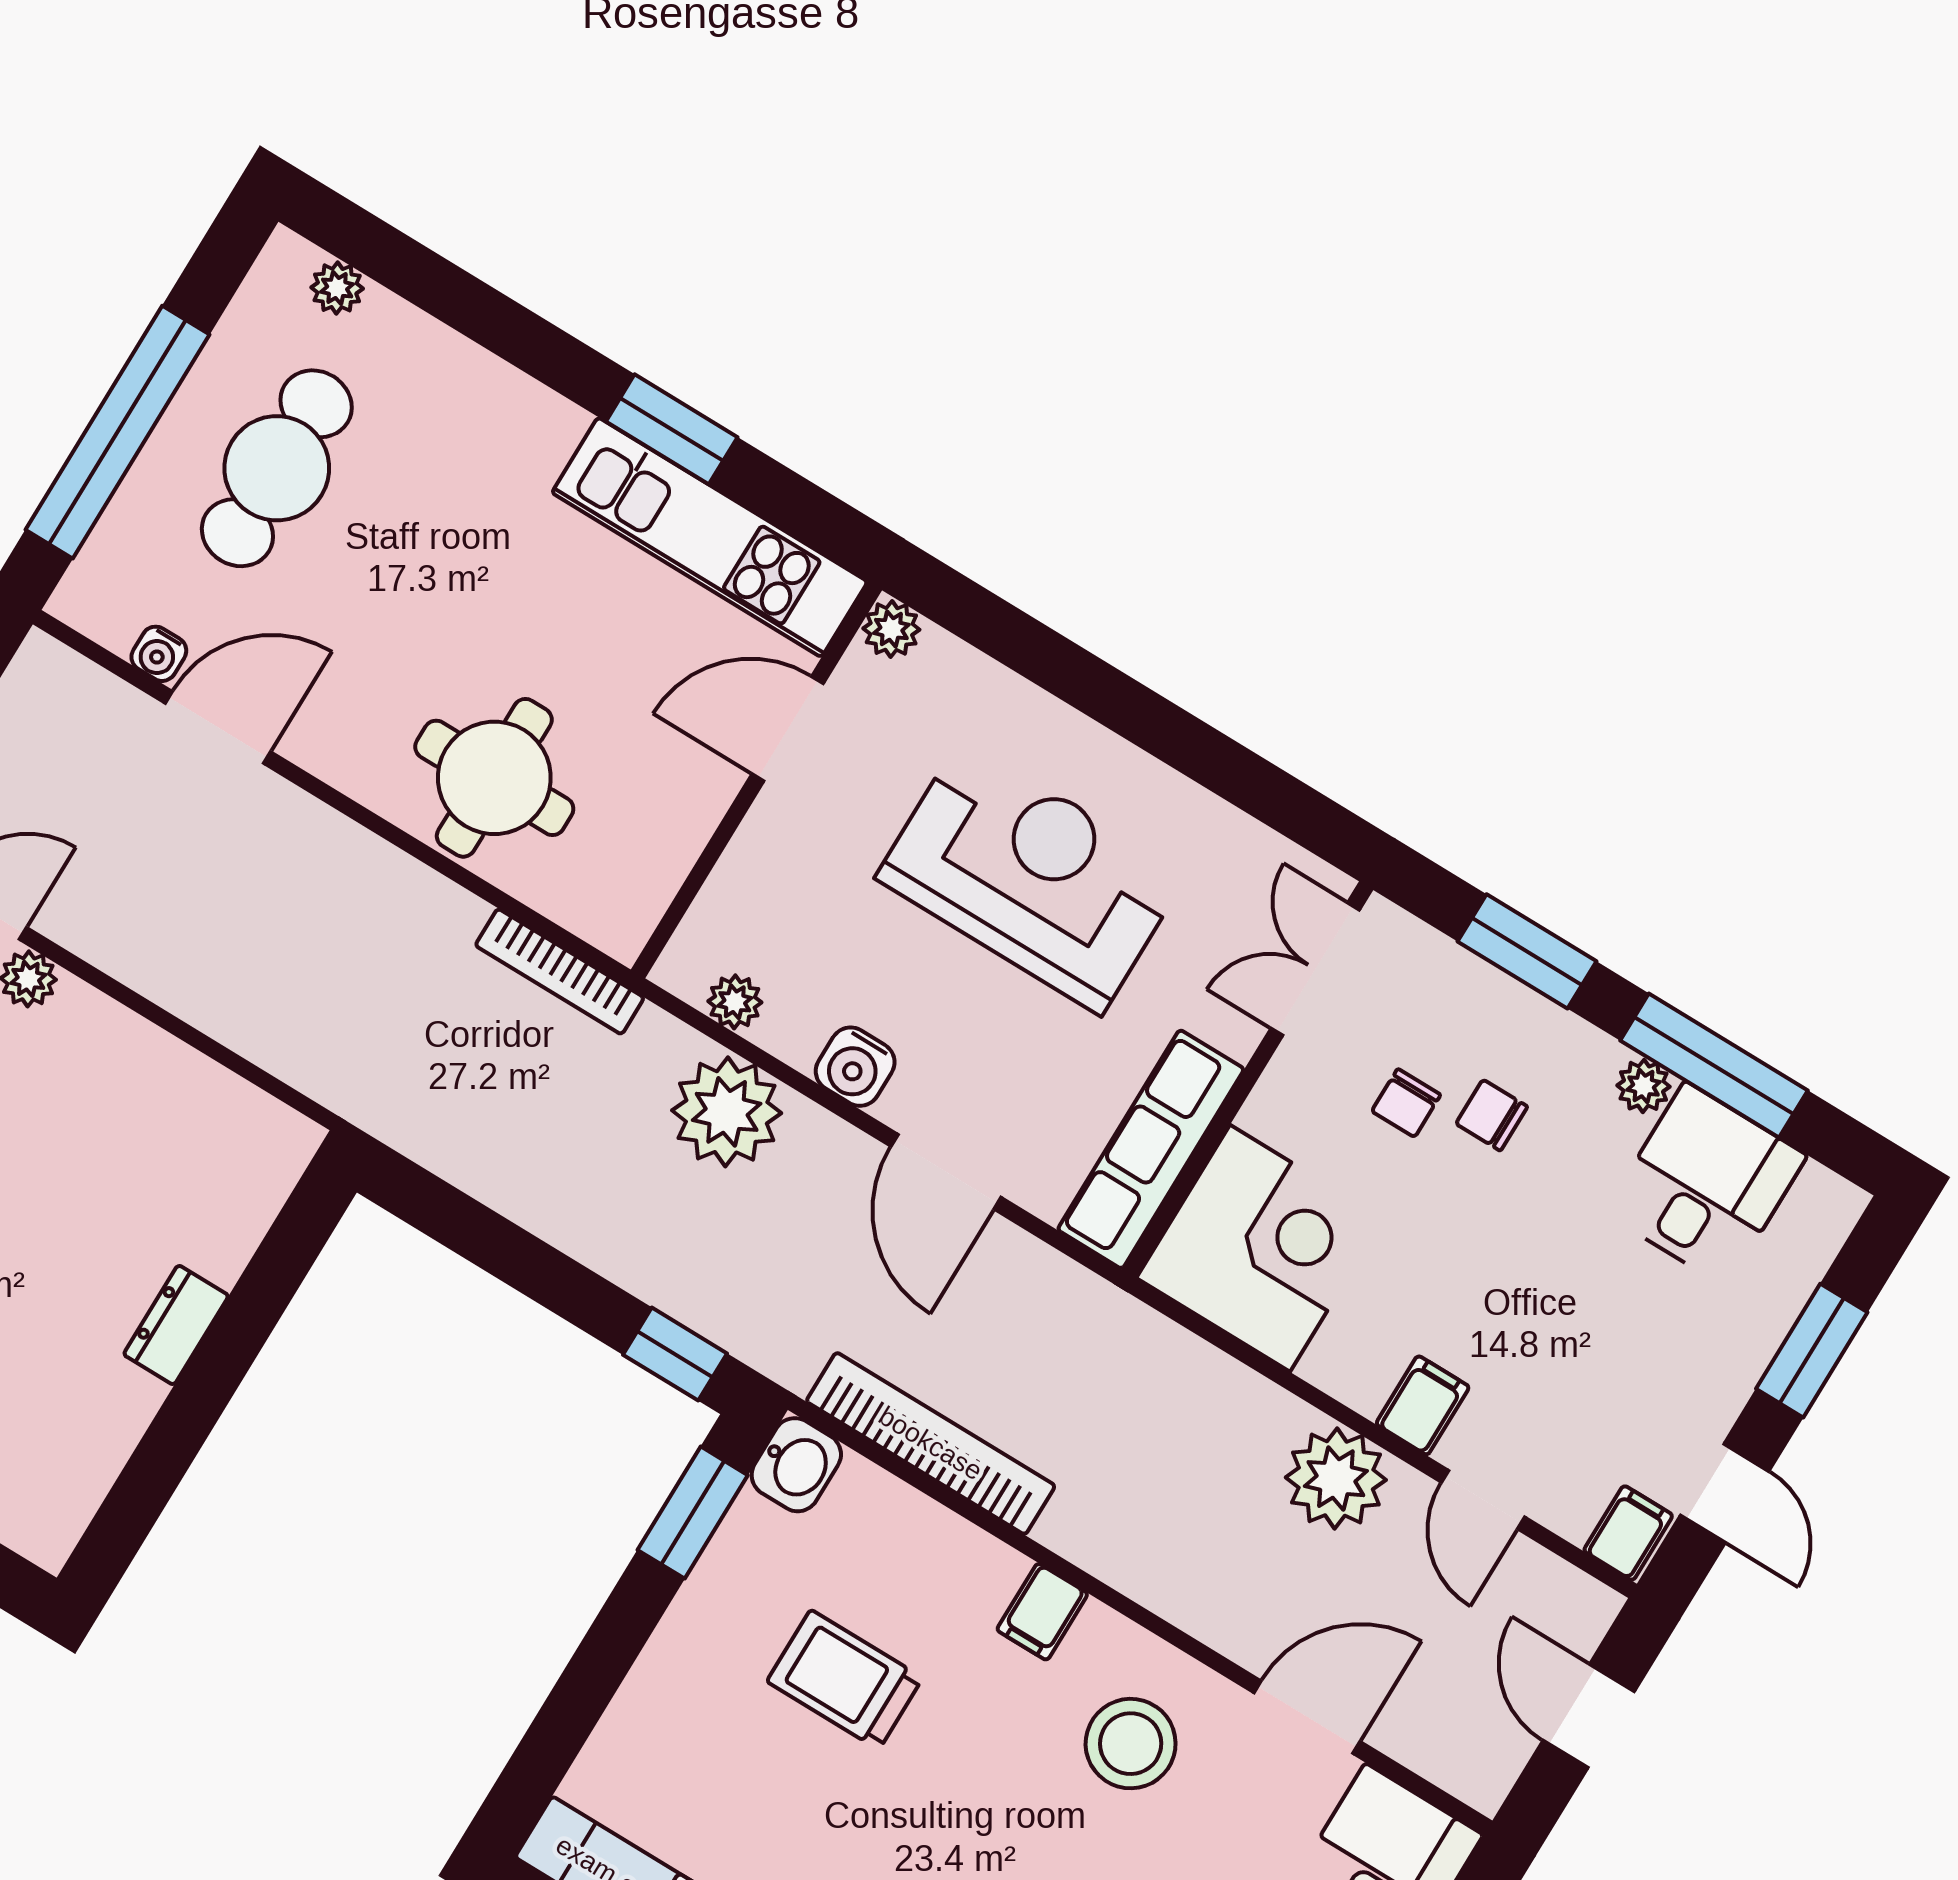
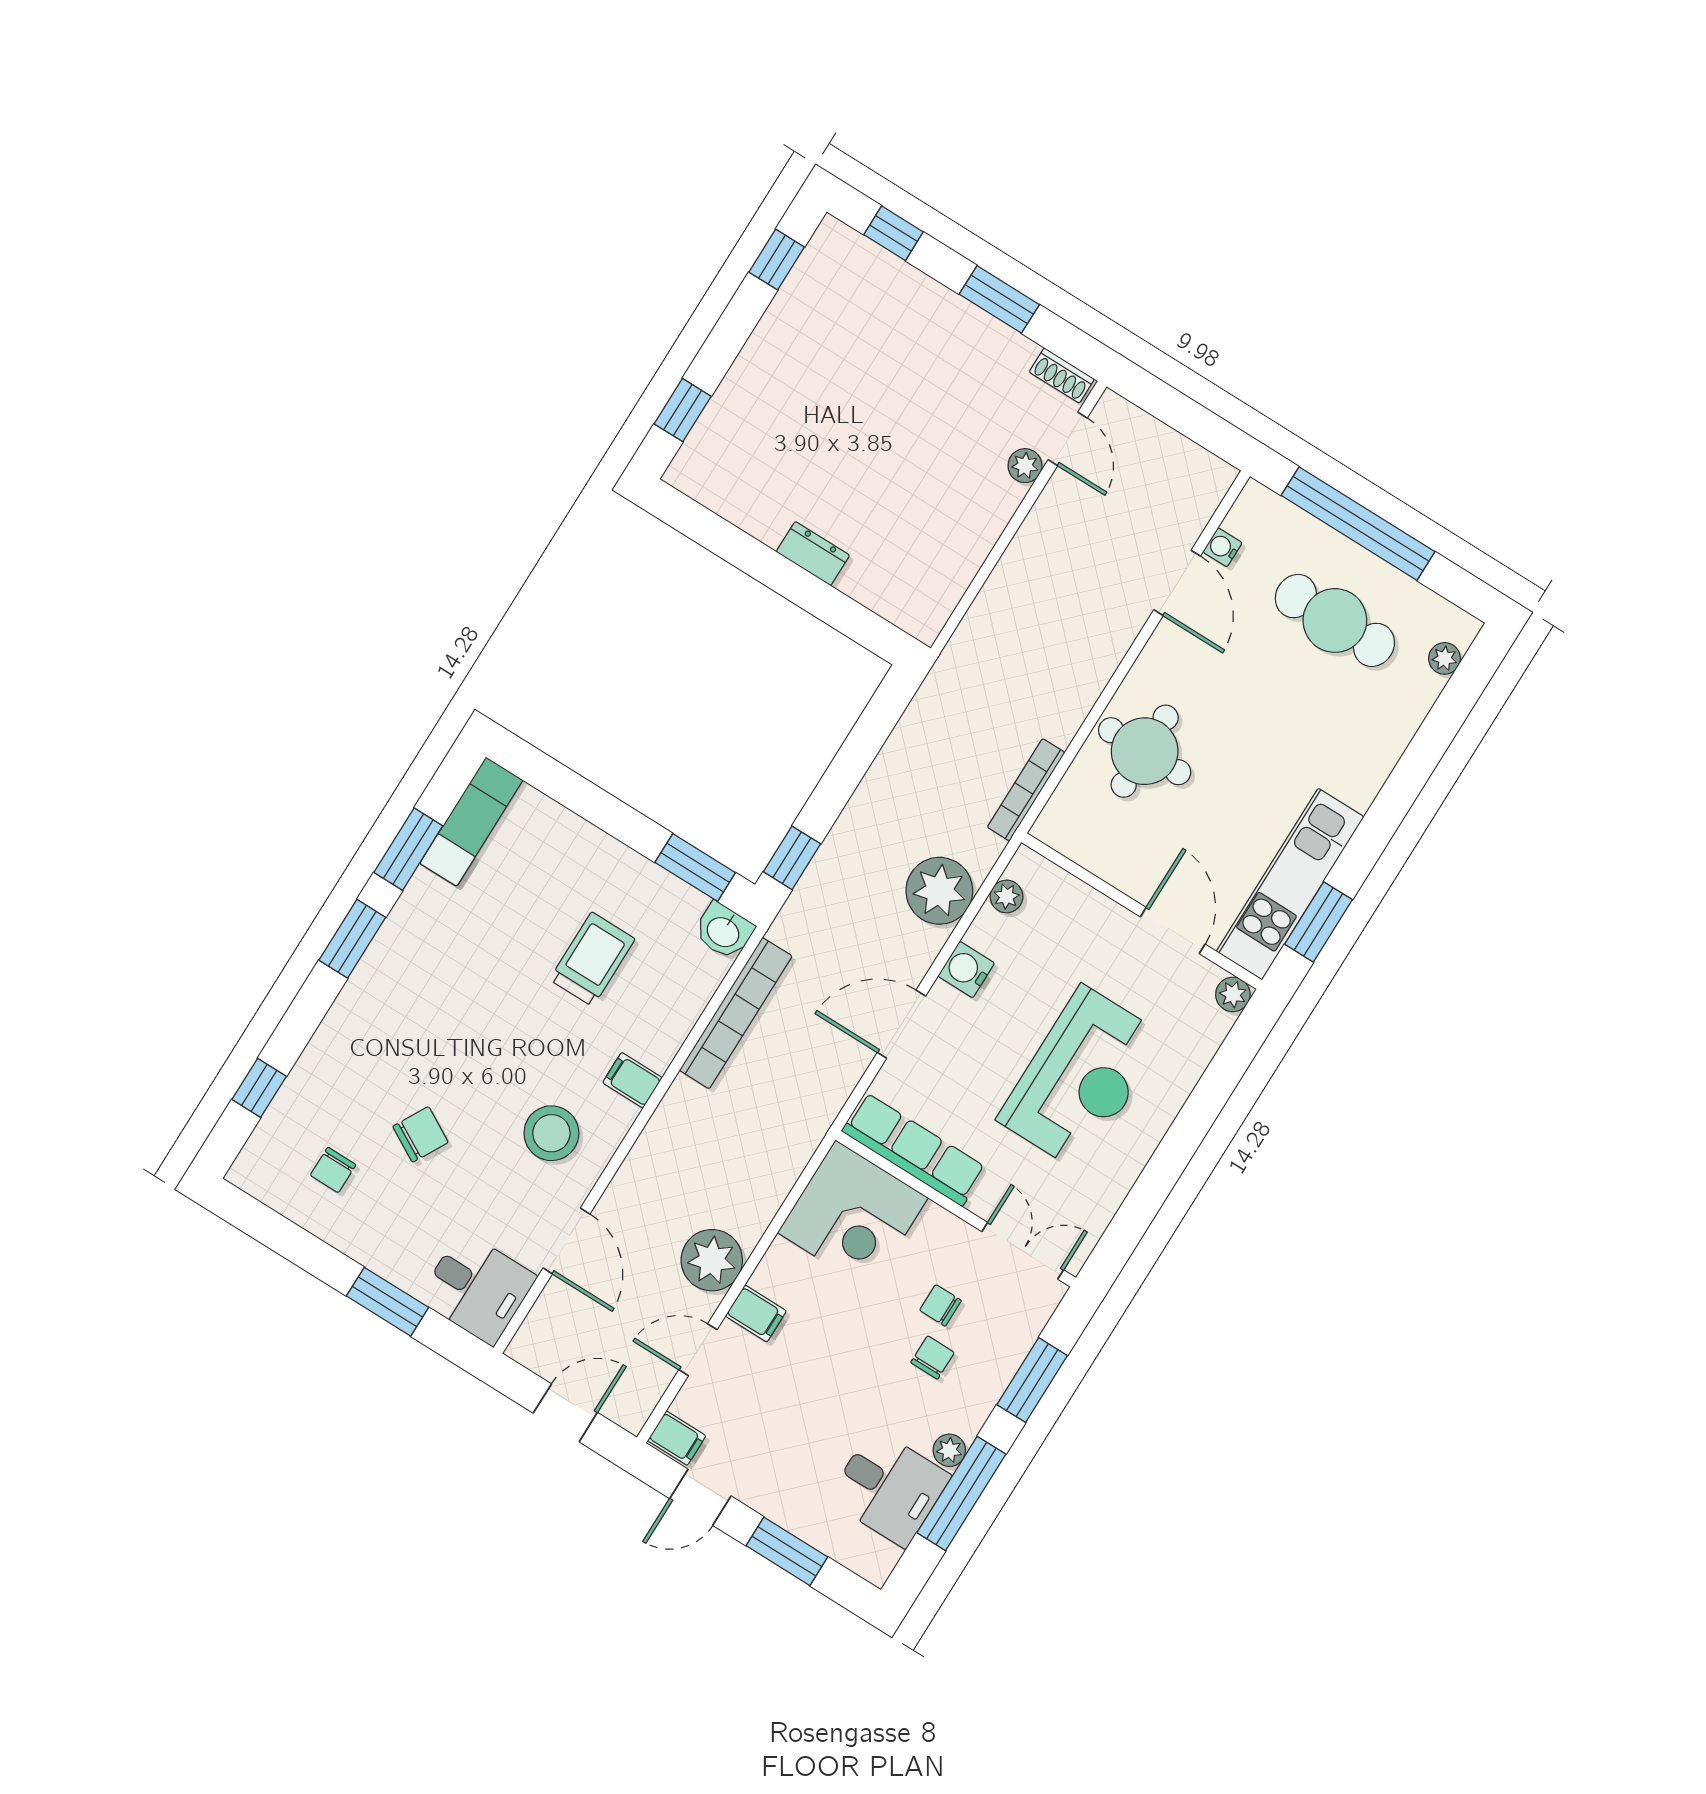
window: (672, 429) -> (1318, 922), moved

